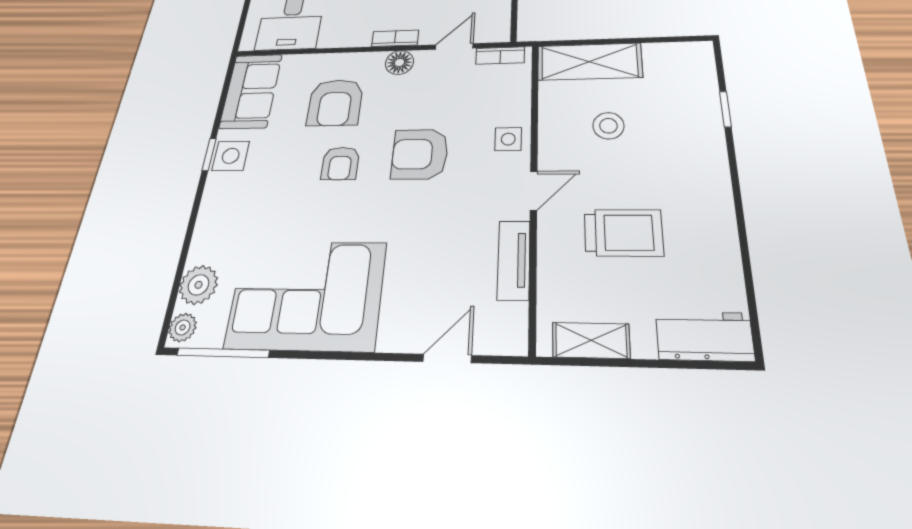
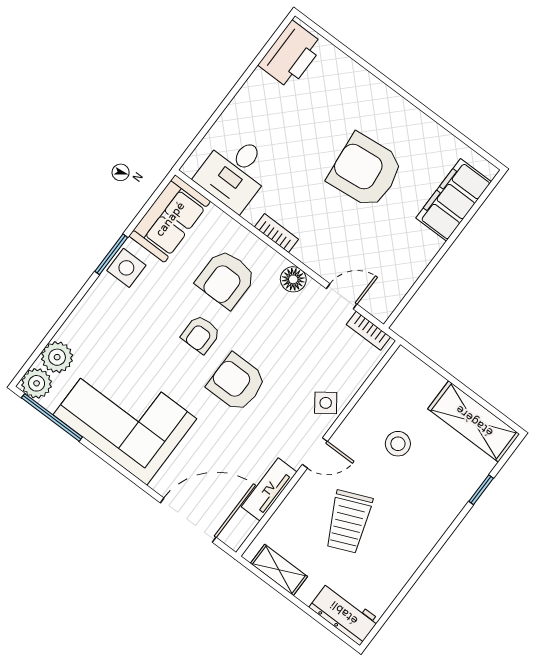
bookcase: (395, 38) -> (276, 233), moved
shelving: (589, 62) -> (474, 421), moved
side table: (508, 139) -> (326, 403), turned -36
window: (209, 154) -> (111, 254), width x1.50
armchair: (420, 154) -> (237, 383), moved
trolley: (623, 233) -> (348, 522), turned 67
plant: (183, 327) -> (37, 383), width x1.38, depth x1.38
door: (447, 358) -> (188, 520), width x1.88

